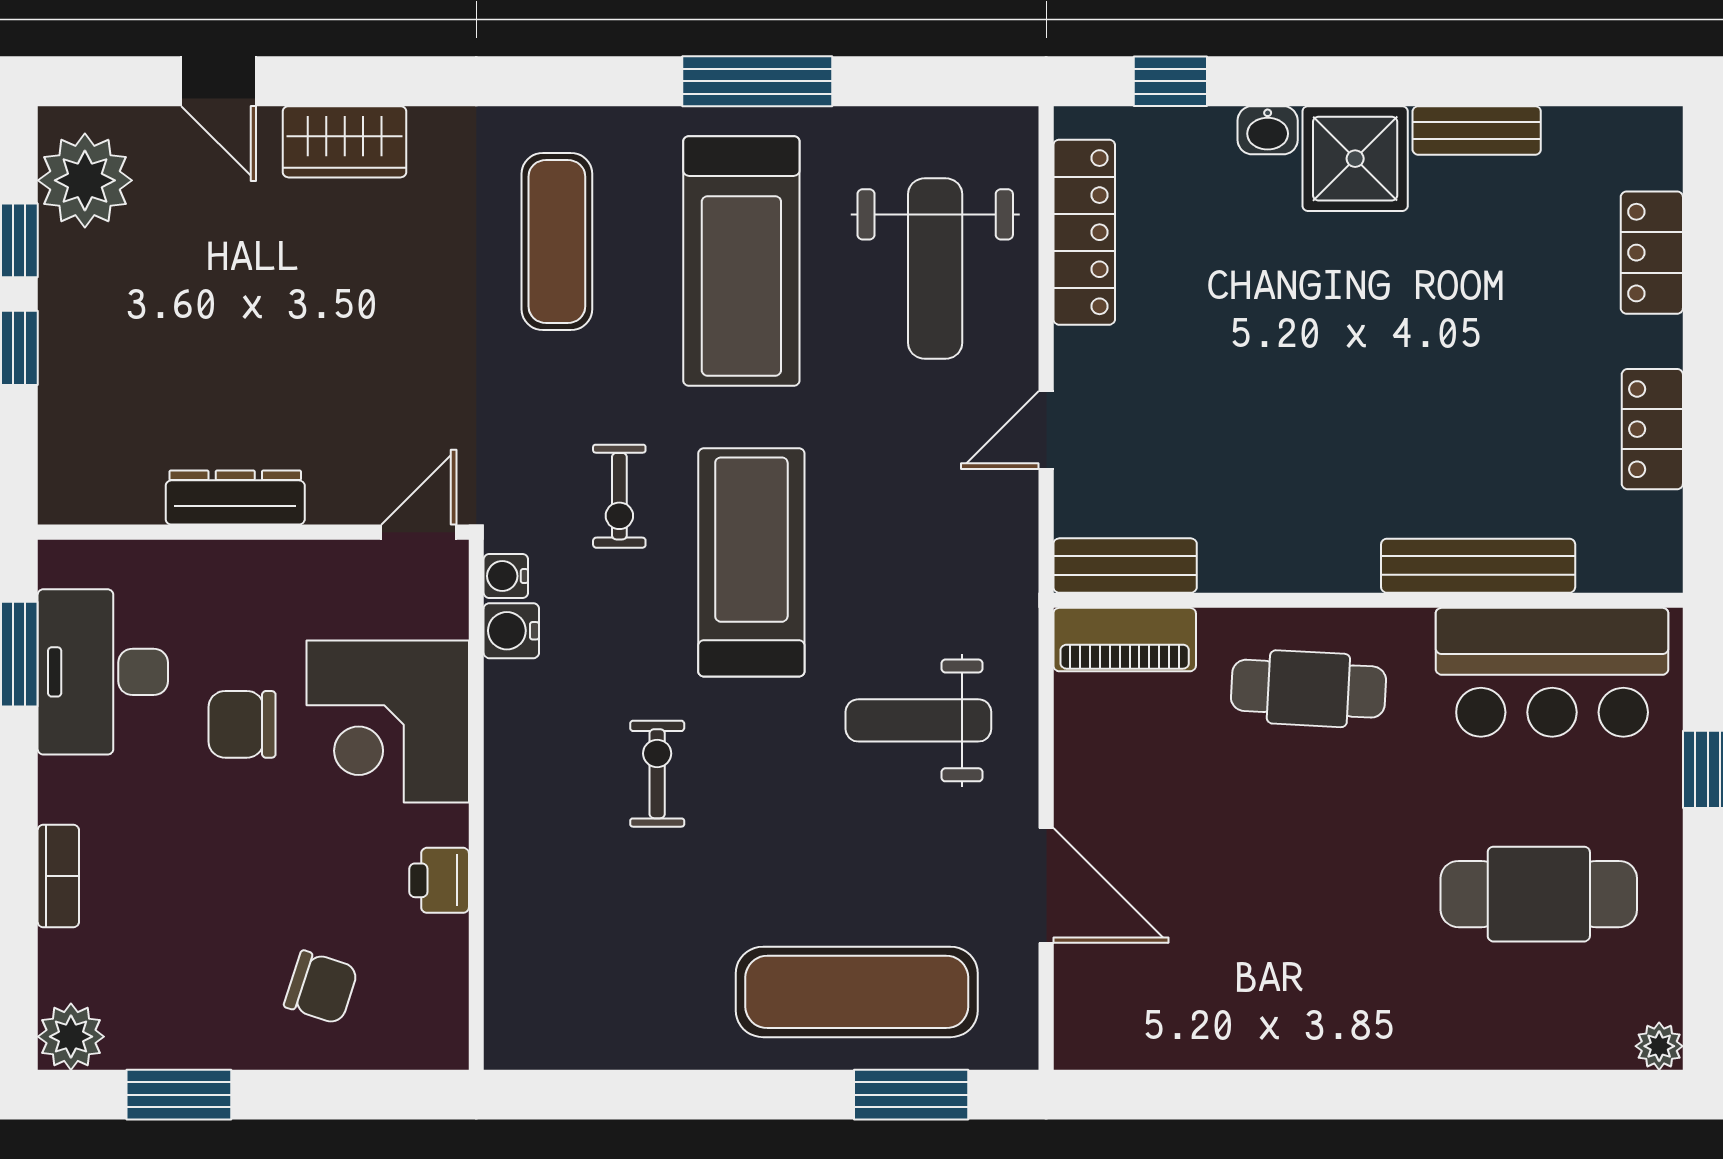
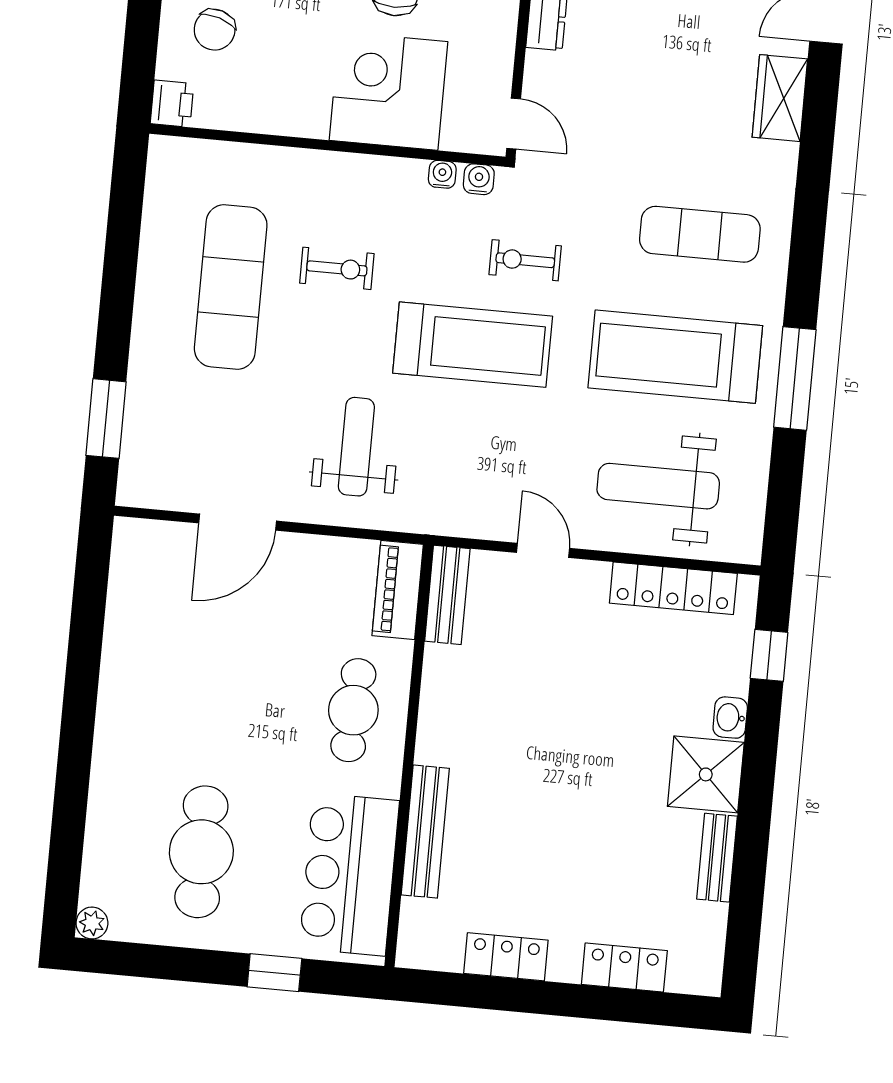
water cooler: (511, 631) -> (442, 174), width x0.72, depth x0.72
printer: (439, 880) -> (172, 104), moved, turned 90
exercise mat: (857, 992) -> (231, 287), moved

